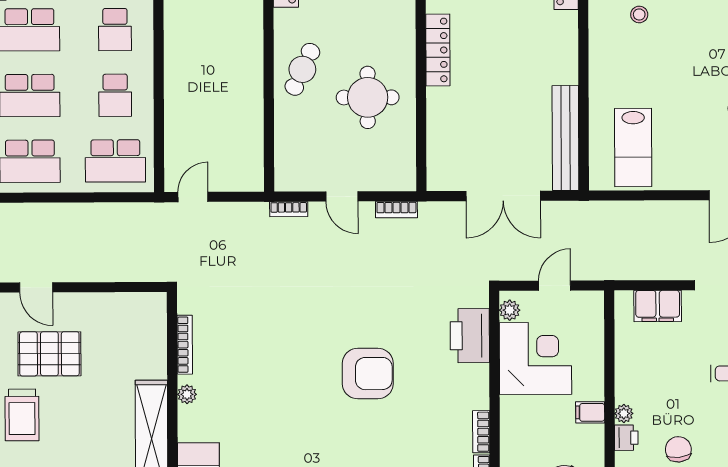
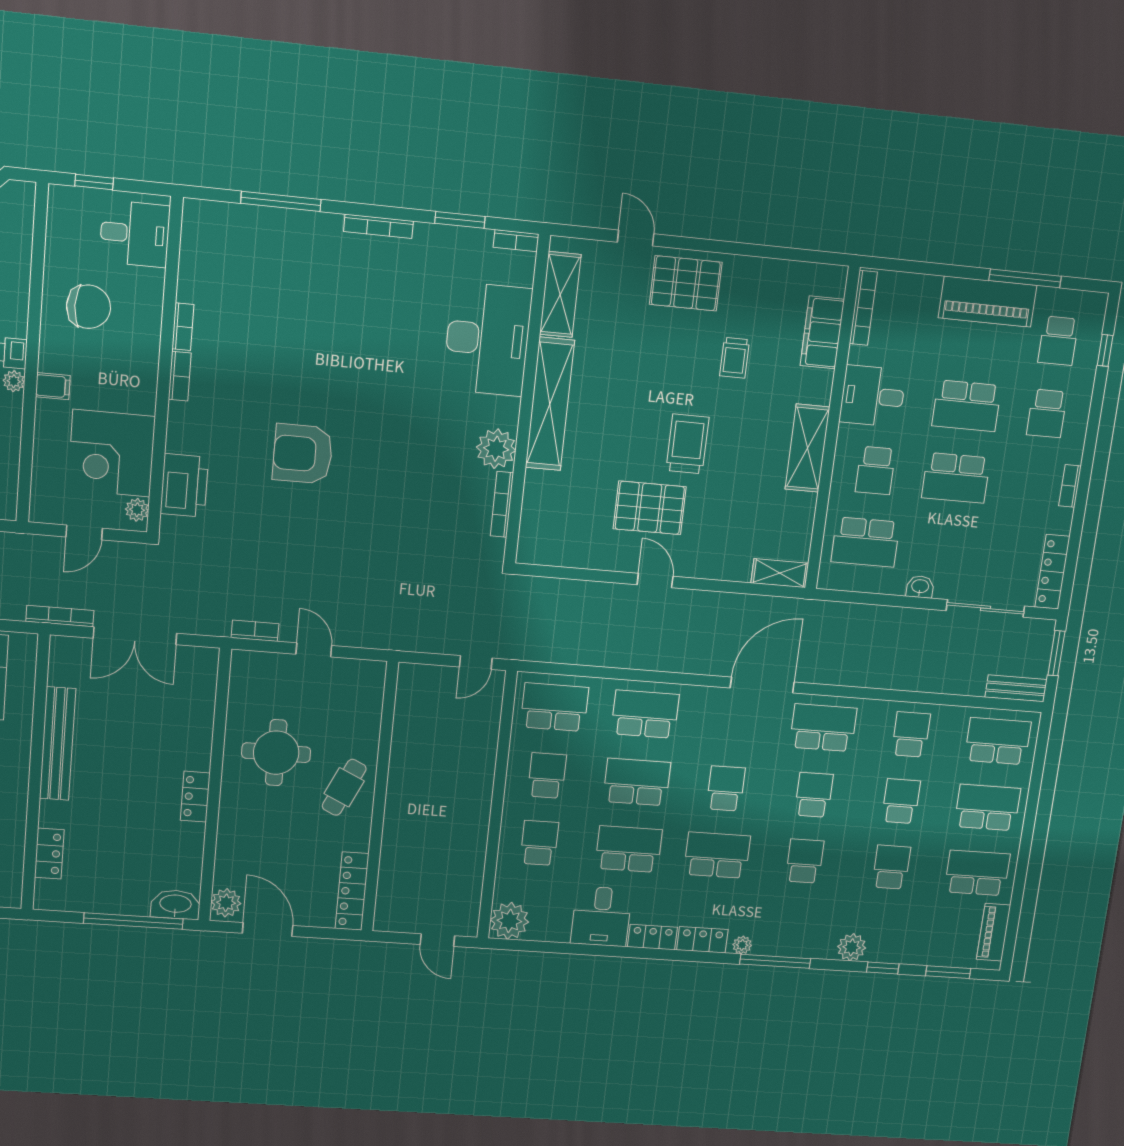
locker: (438, 50) -> (195, 797), width x0.66
bench: (565, 138) -> (58, 744), moved
double door: (503, 196) -> (135, 636), swing flipped
bookcase: (289, 209) -> (60, 616), moved, width x1.56
plant: (187, 394) -> (496, 449), width x1.88, depth x1.88

